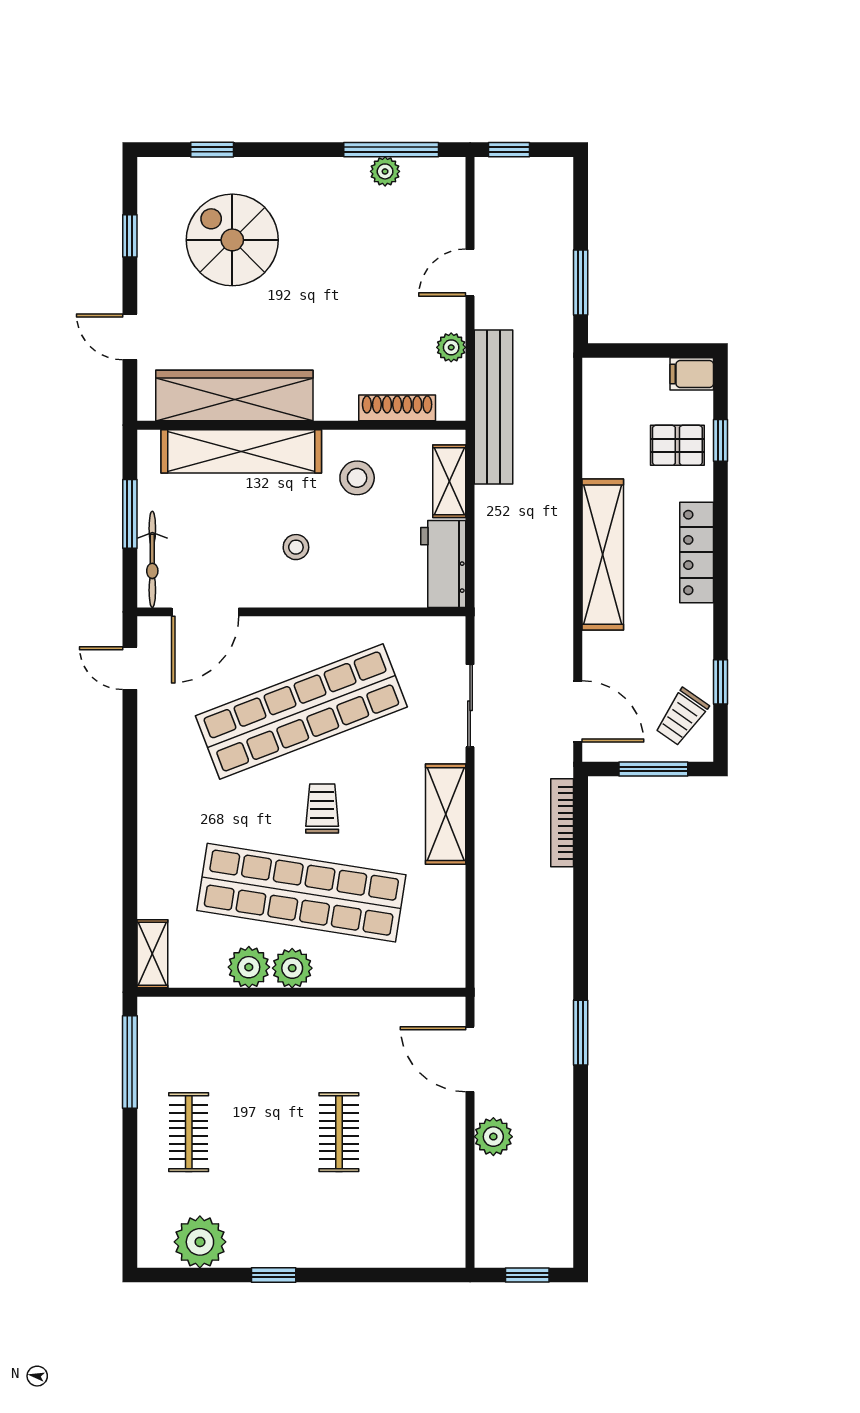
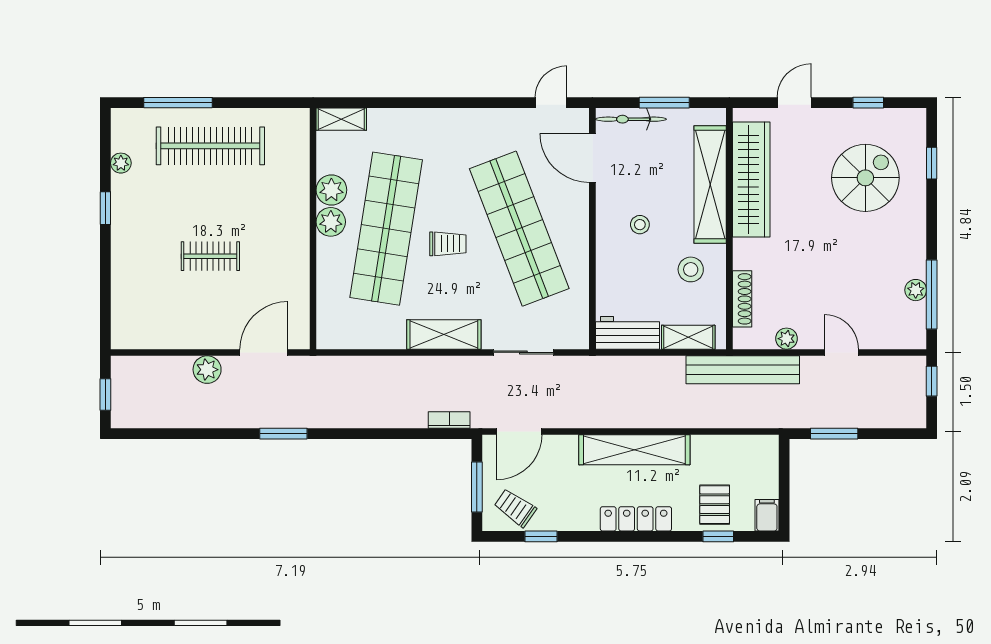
bookcase: (562, 823) -> (449, 420), width x0.64
window: (130, 1062) -> (178, 103), moved
clothes rail: (189, 1132) -> (210, 146), width x1.86, depth x1.31
plant: (200, 1242) -> (121, 163), width x0.53, depth x0.53

